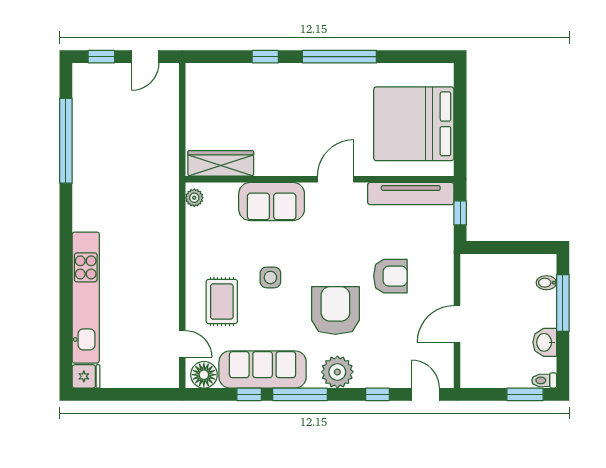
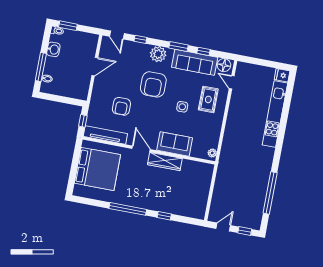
wardrobe: (221, 163) -> (165, 162), moved
door: (336, 179) -> (141, 149), swing flipped
armchair: (390, 276) -> (121, 106), moved, turned -90
window: (300, 394) -> (179, 47), width x0.69

